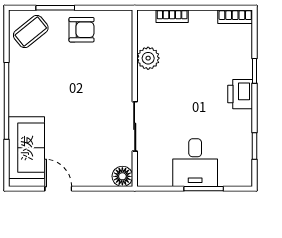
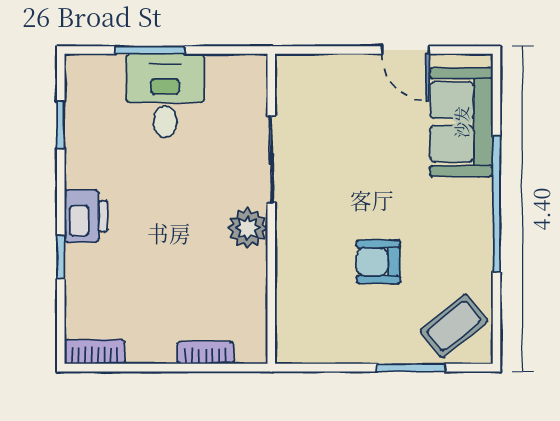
armchair: (82, 30) -> (378, 262), moved
plant: (148, 58) -> (248, 228), moved
floor lamp: (122, 176) -> (293, 72), removed

